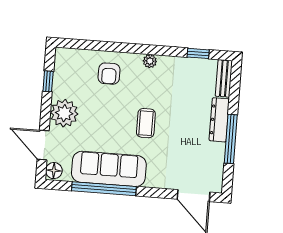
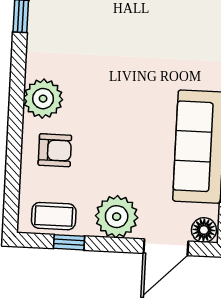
plant: (150, 61) -> (43, 99), width x1.88, depth x1.88
coffee table: (146, 123) -> (54, 216), moved

